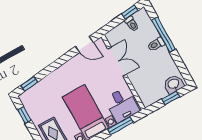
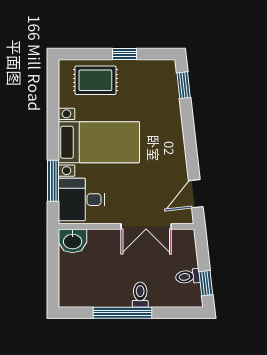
window: (164, 35) -> (122, 313), moved
washbasin: (174, 84) -> (73, 241), moved, turned 90
window: (171, 98) -> (53, 274), removed
window: (24, 115) -> (124, 54), moved

